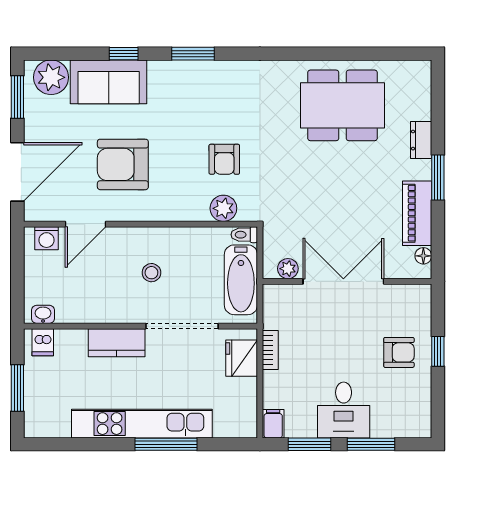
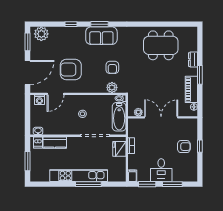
sofa: (109, 82) -> (101, 36), moved
kitchen counter: (117, 343) -> (55, 143), moved

